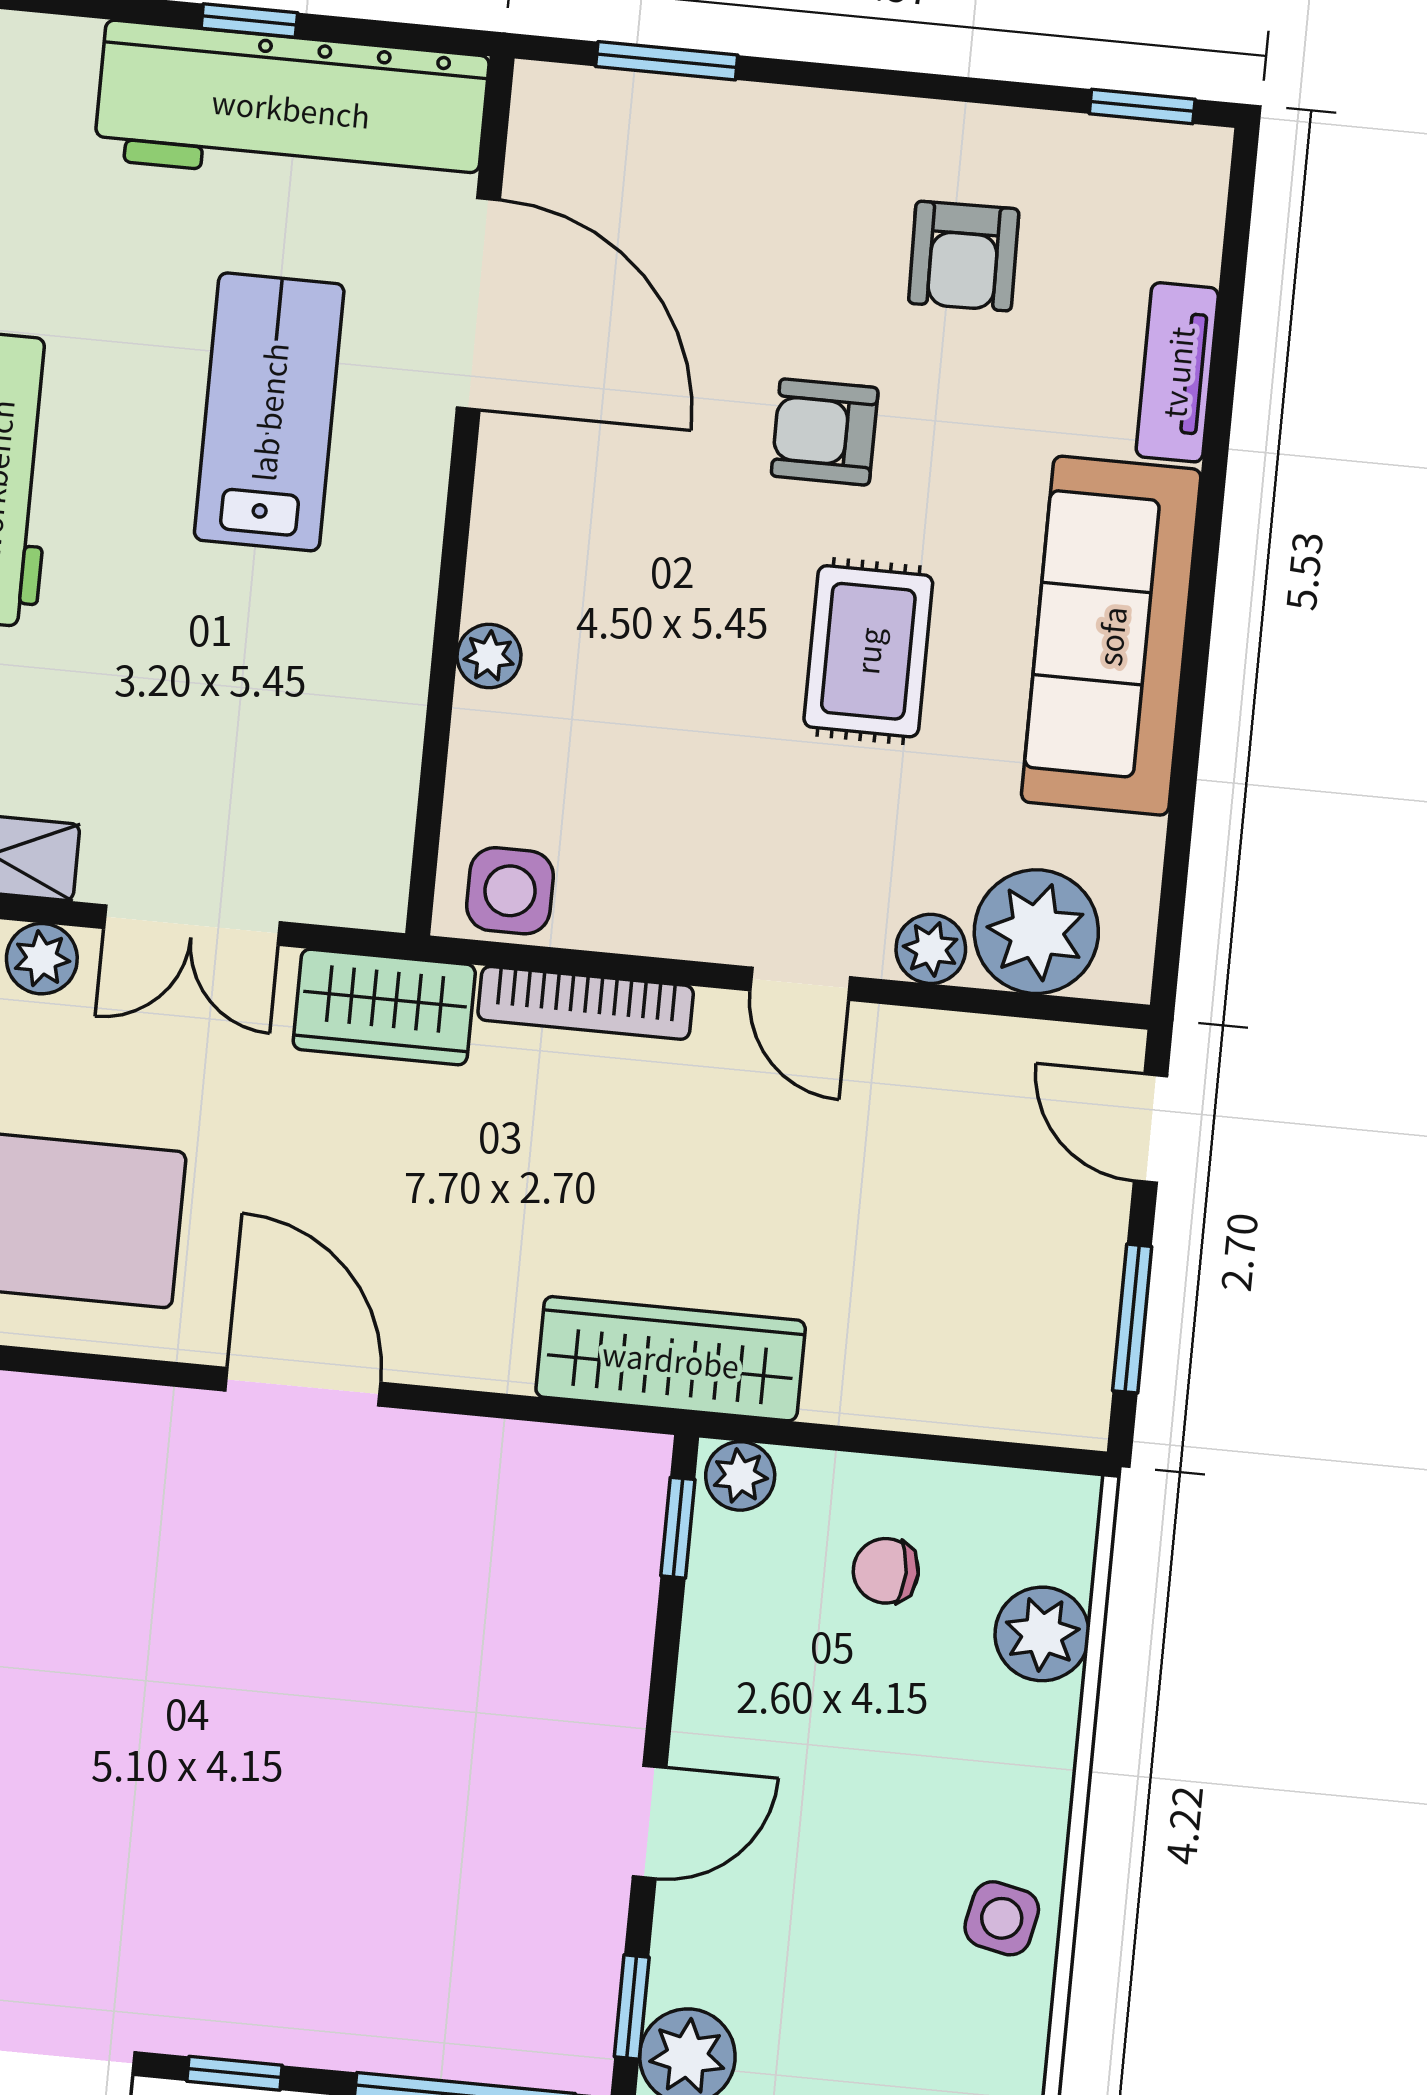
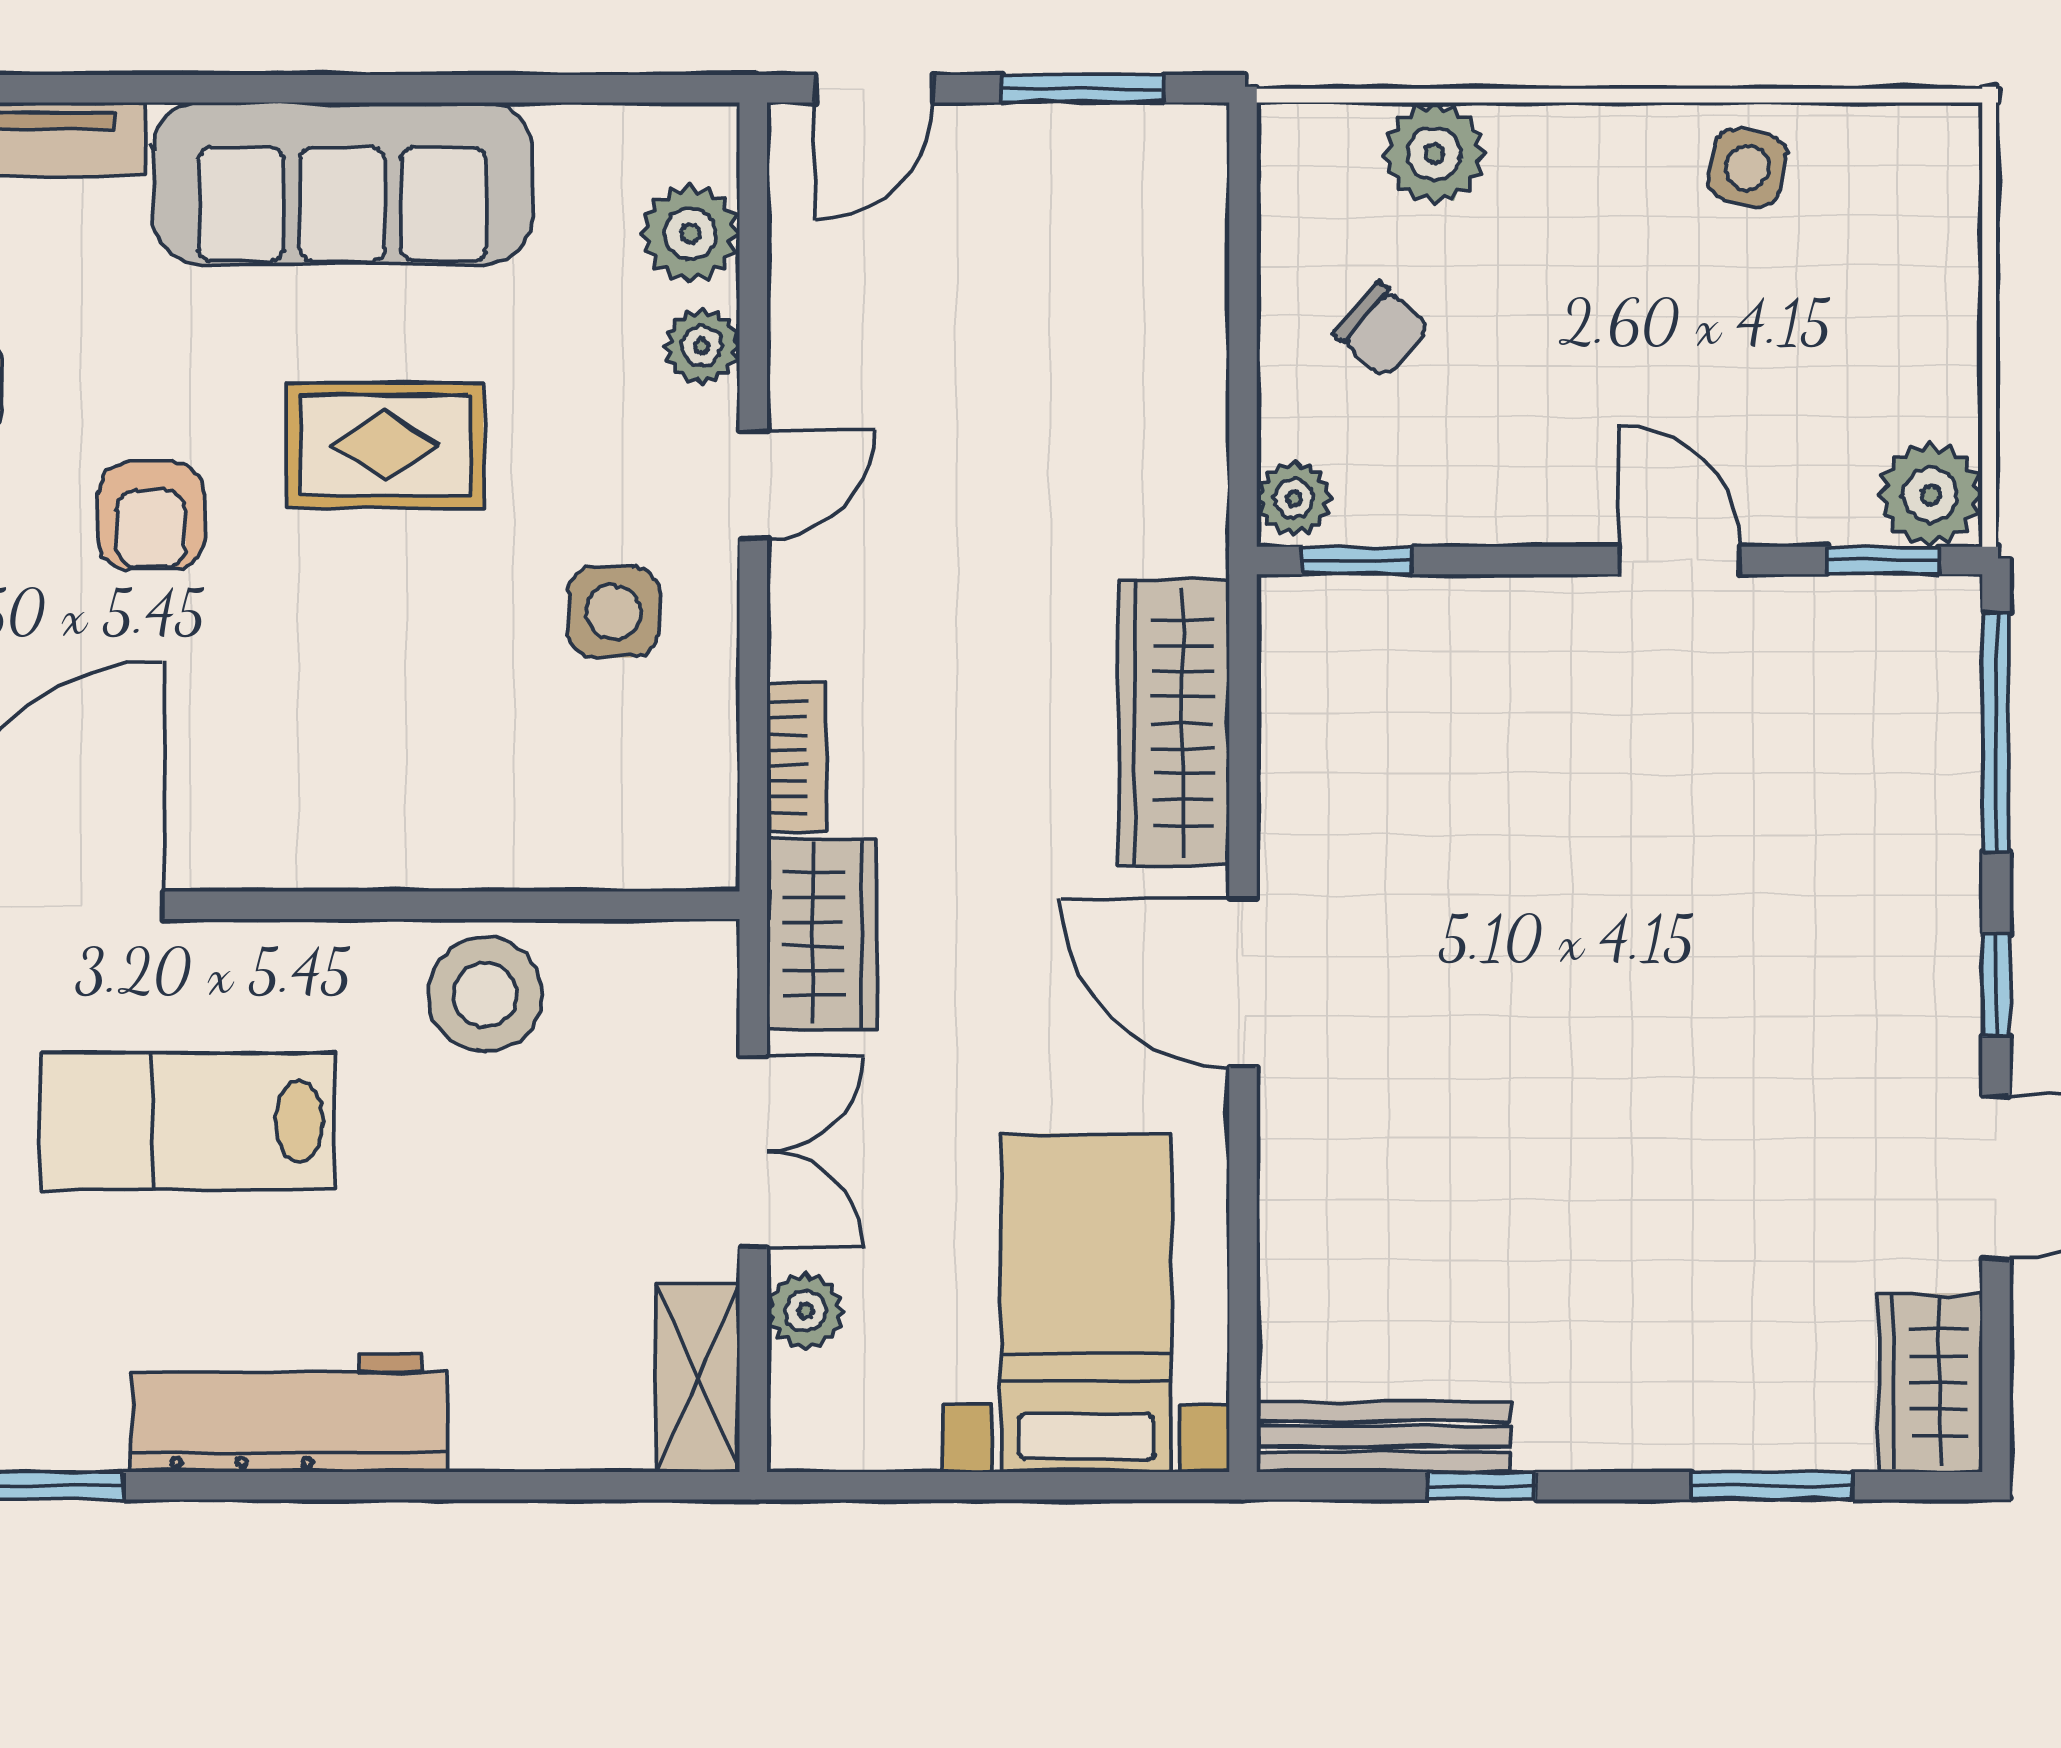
plant: (489, 656) -> (430, 857), removed
stool: (359, 695) -> (485, 994), added
side table: (510, 891) -> (613, 612), moved
plant: (1036, 932) -> (690, 233), width x0.73, depth x0.73
bookcase: (586, 1003) -> (797, 757), width x0.64
wardrobe: (671, 1359) -> (1174, 723), moved
door: (303, 1387) -> (1243, 983), hinge flipped
chair: (886, 1571) -> (1382, 330), turned -49

